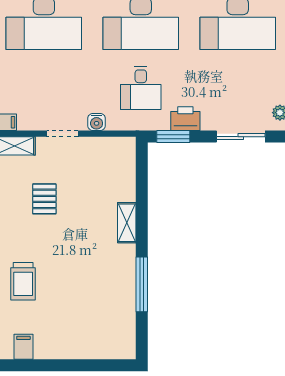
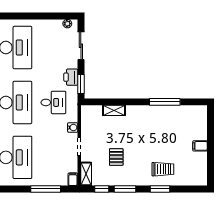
pallet: (44, 199) -> (116, 157), turned 90
shelving: (127, 223) -> (114, 110), moved
filing cabinet: (23, 347) -> (200, 146), moved

